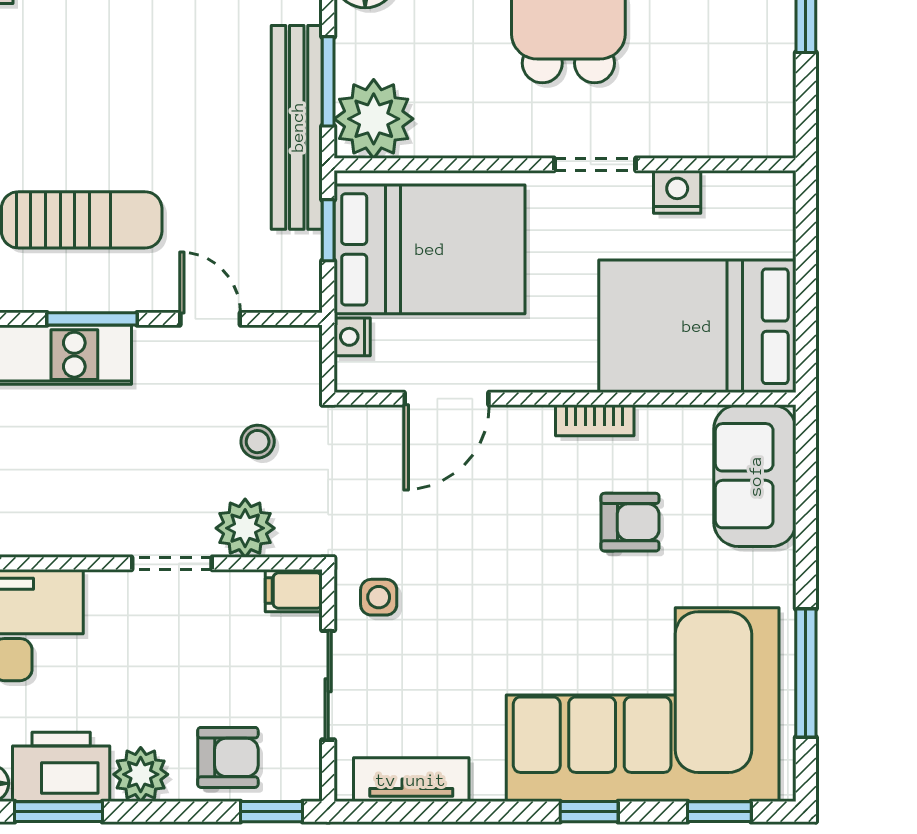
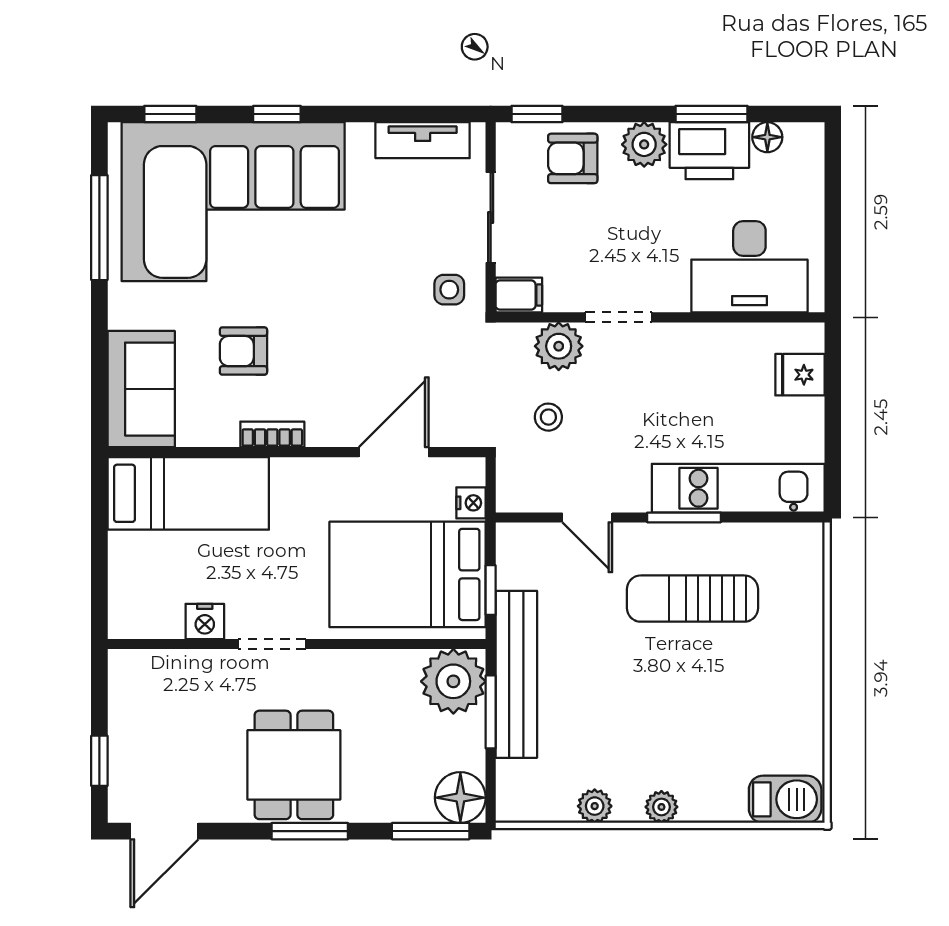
bed: (697, 326) -> (188, 493), width x0.67

